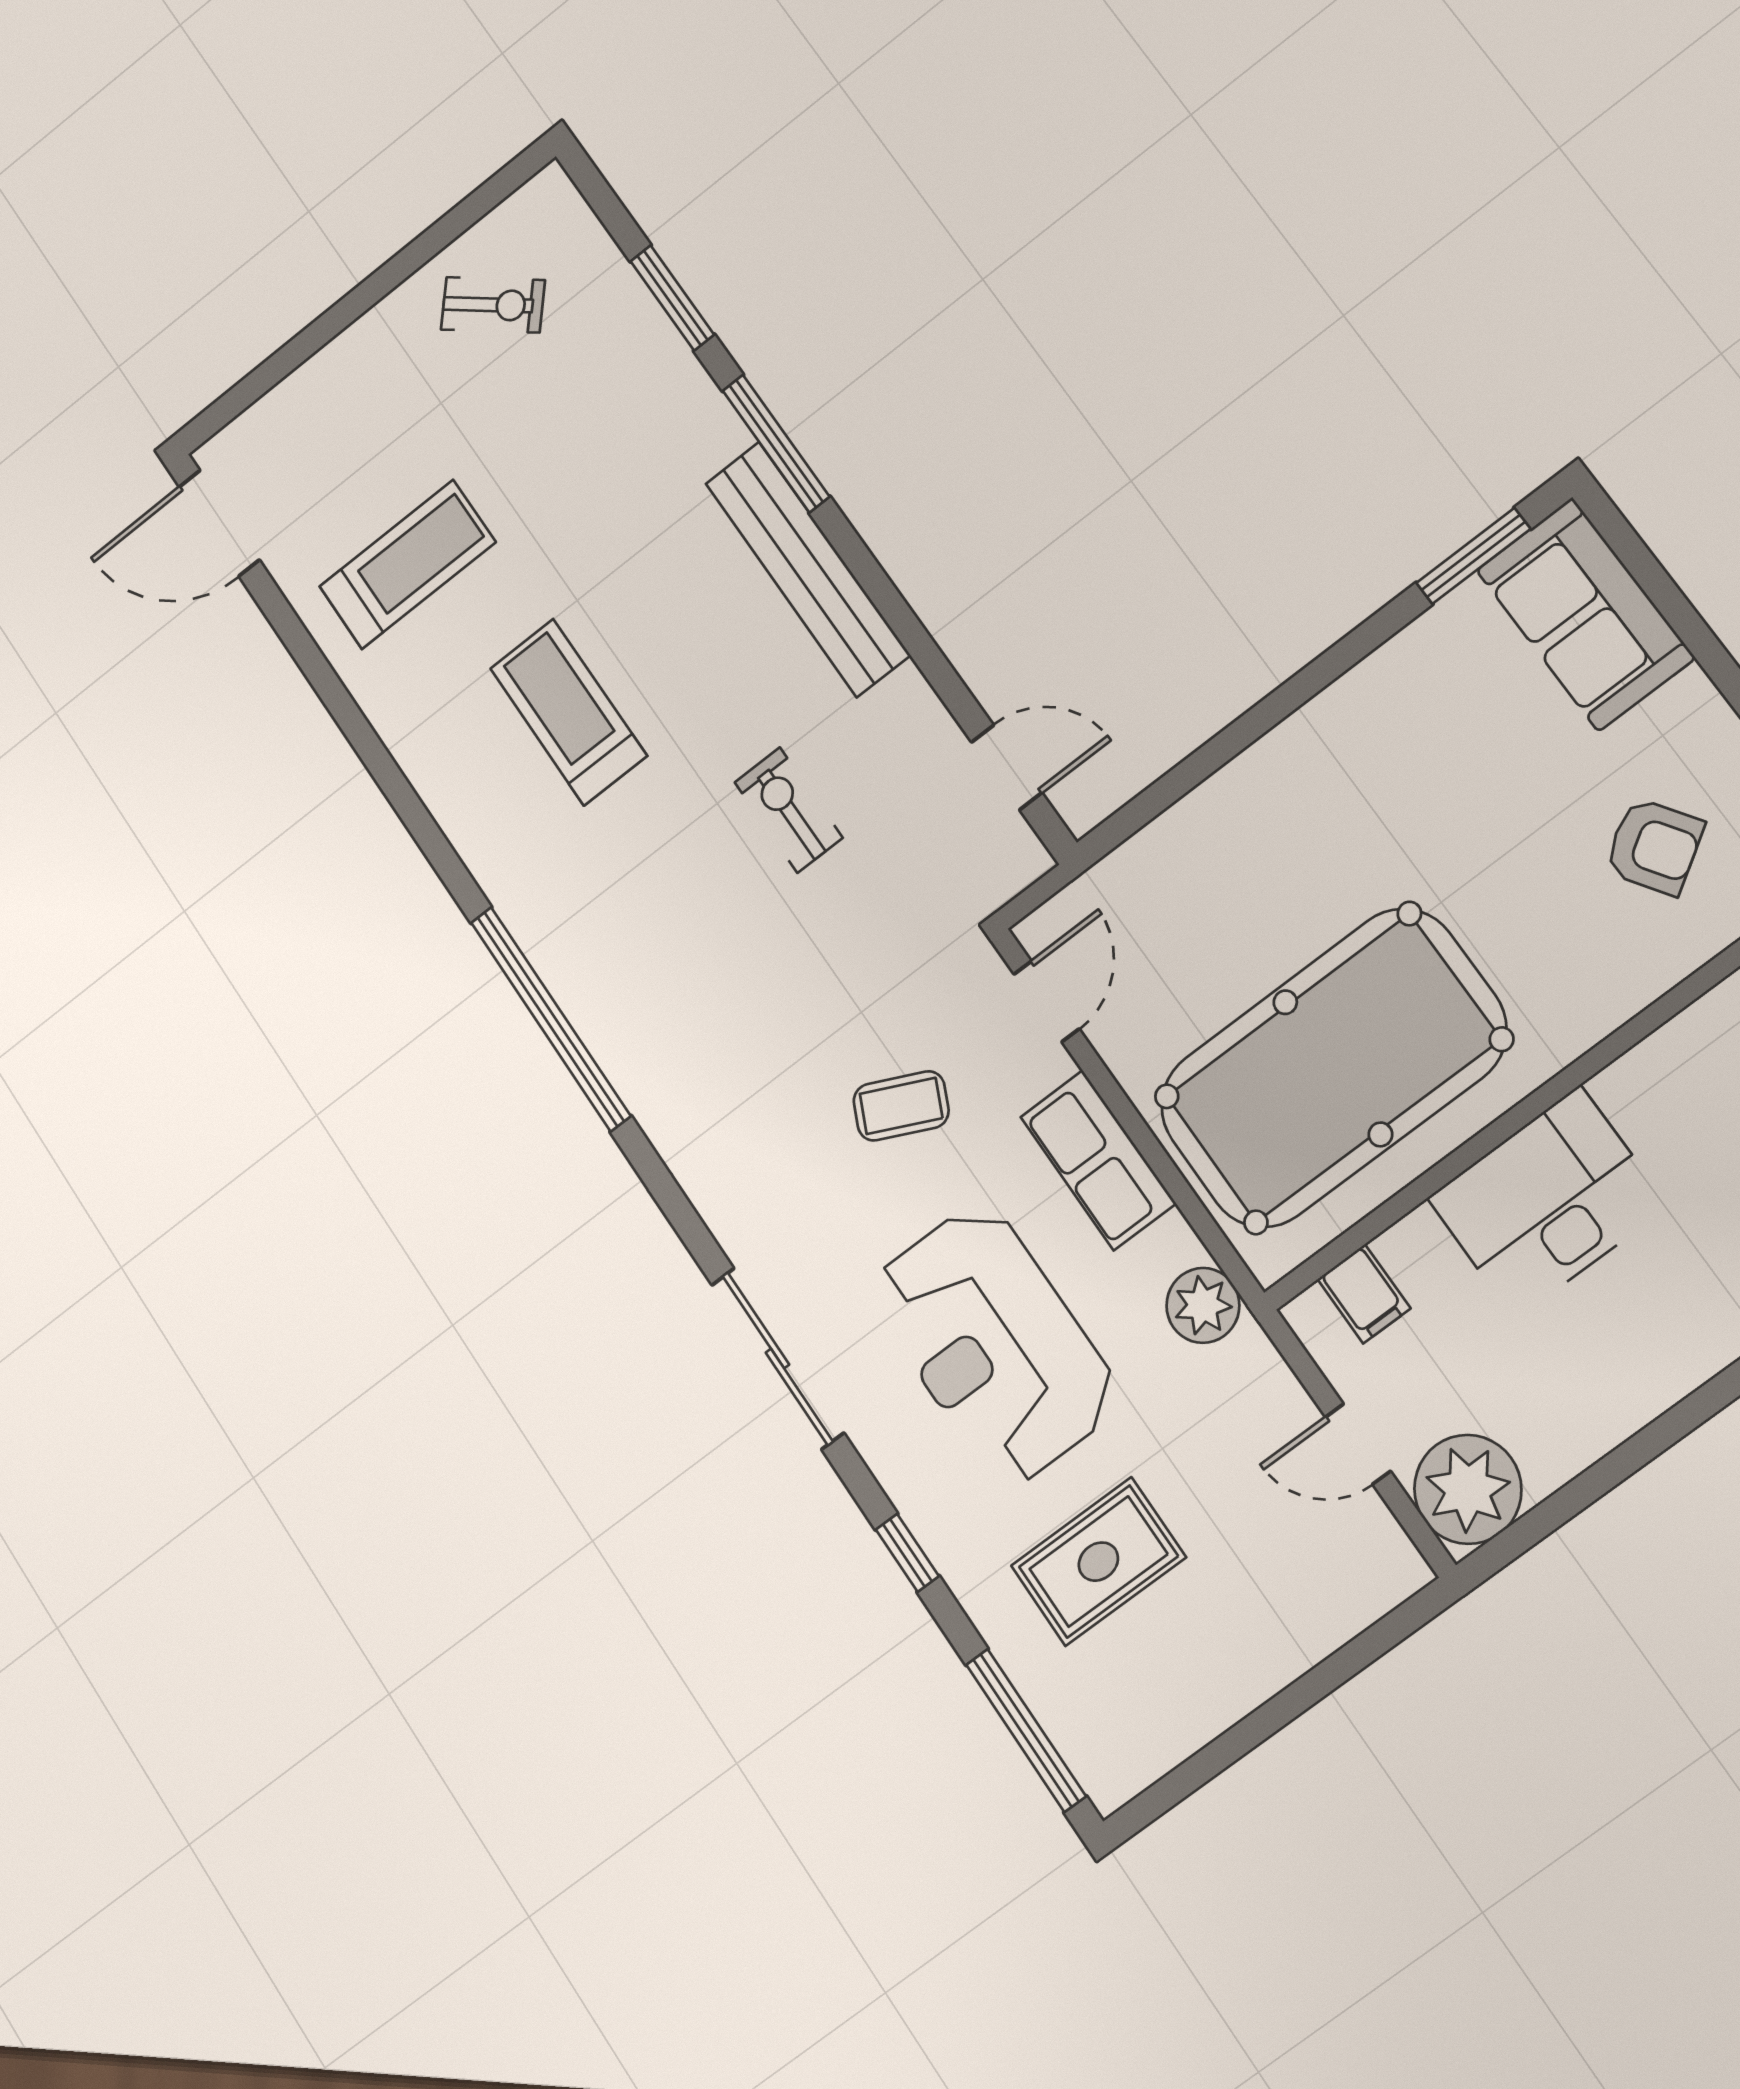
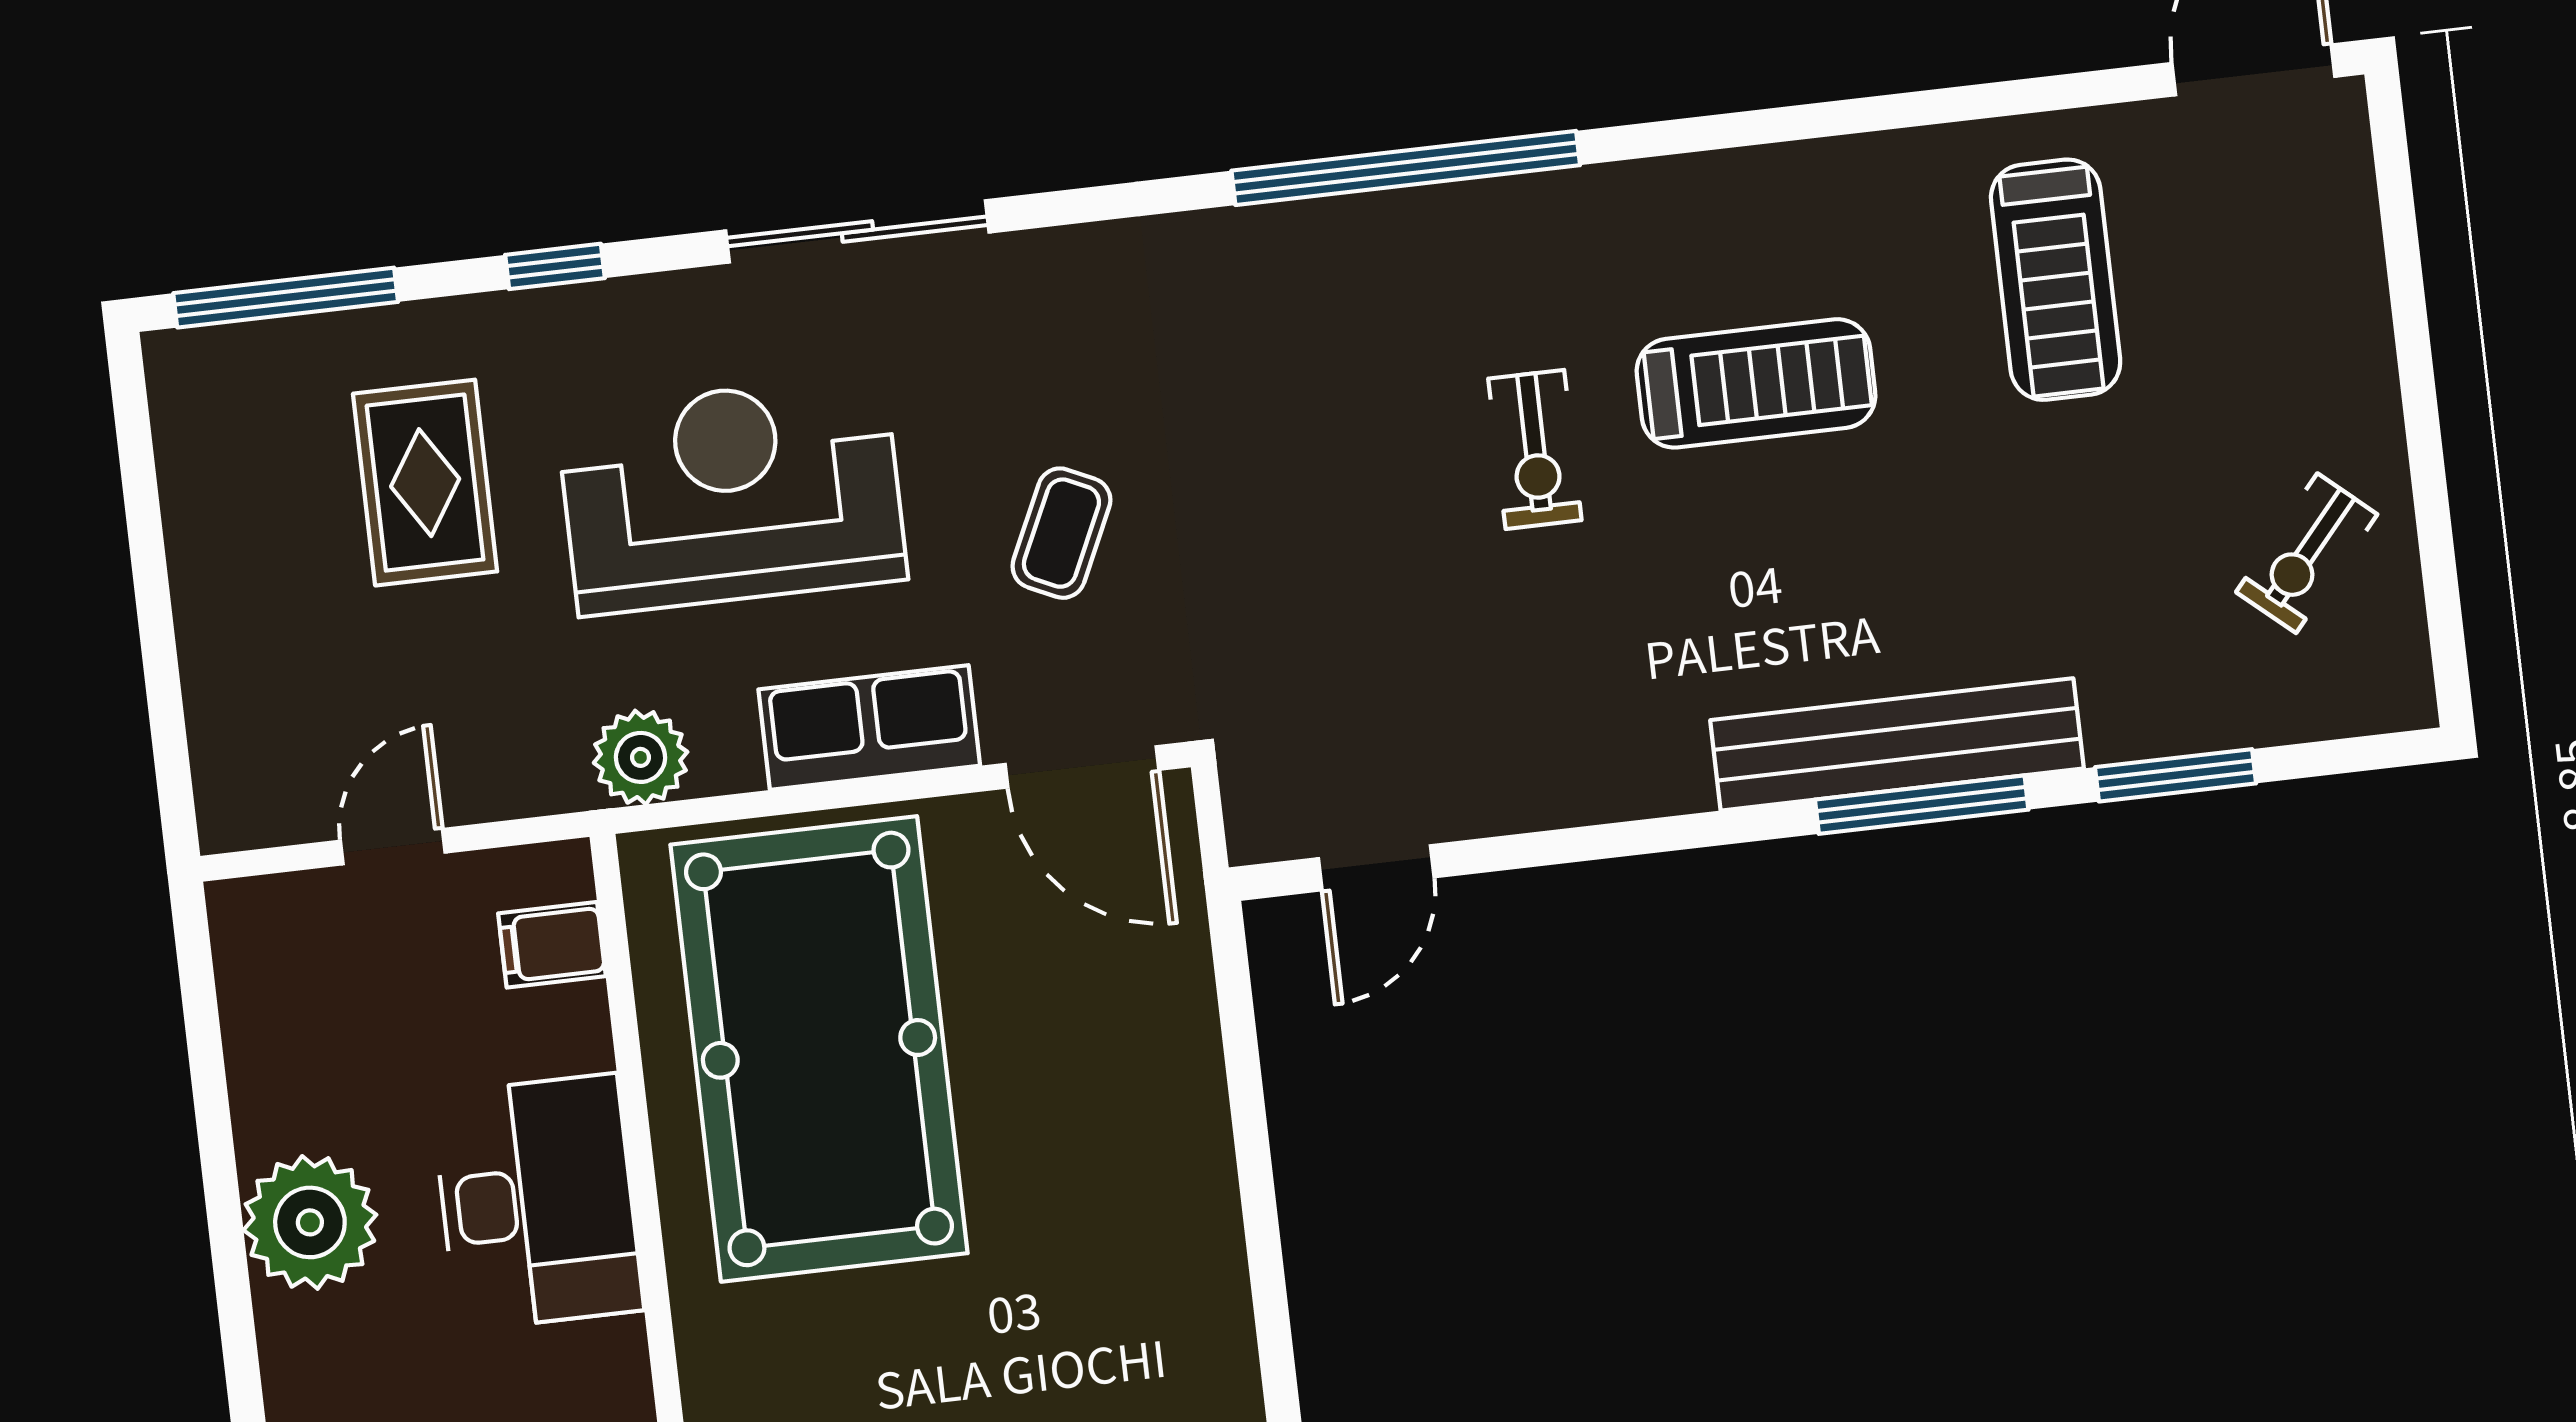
bench: (808, 569) -> (1897, 744), moved
exercise bike: (789, 810) -> (1535, 449), moved, turned 90
door: (1047, 1001) -> (1082, 767), width x1.38
plant: (1468, 1489) -> (310, 1222), moved

